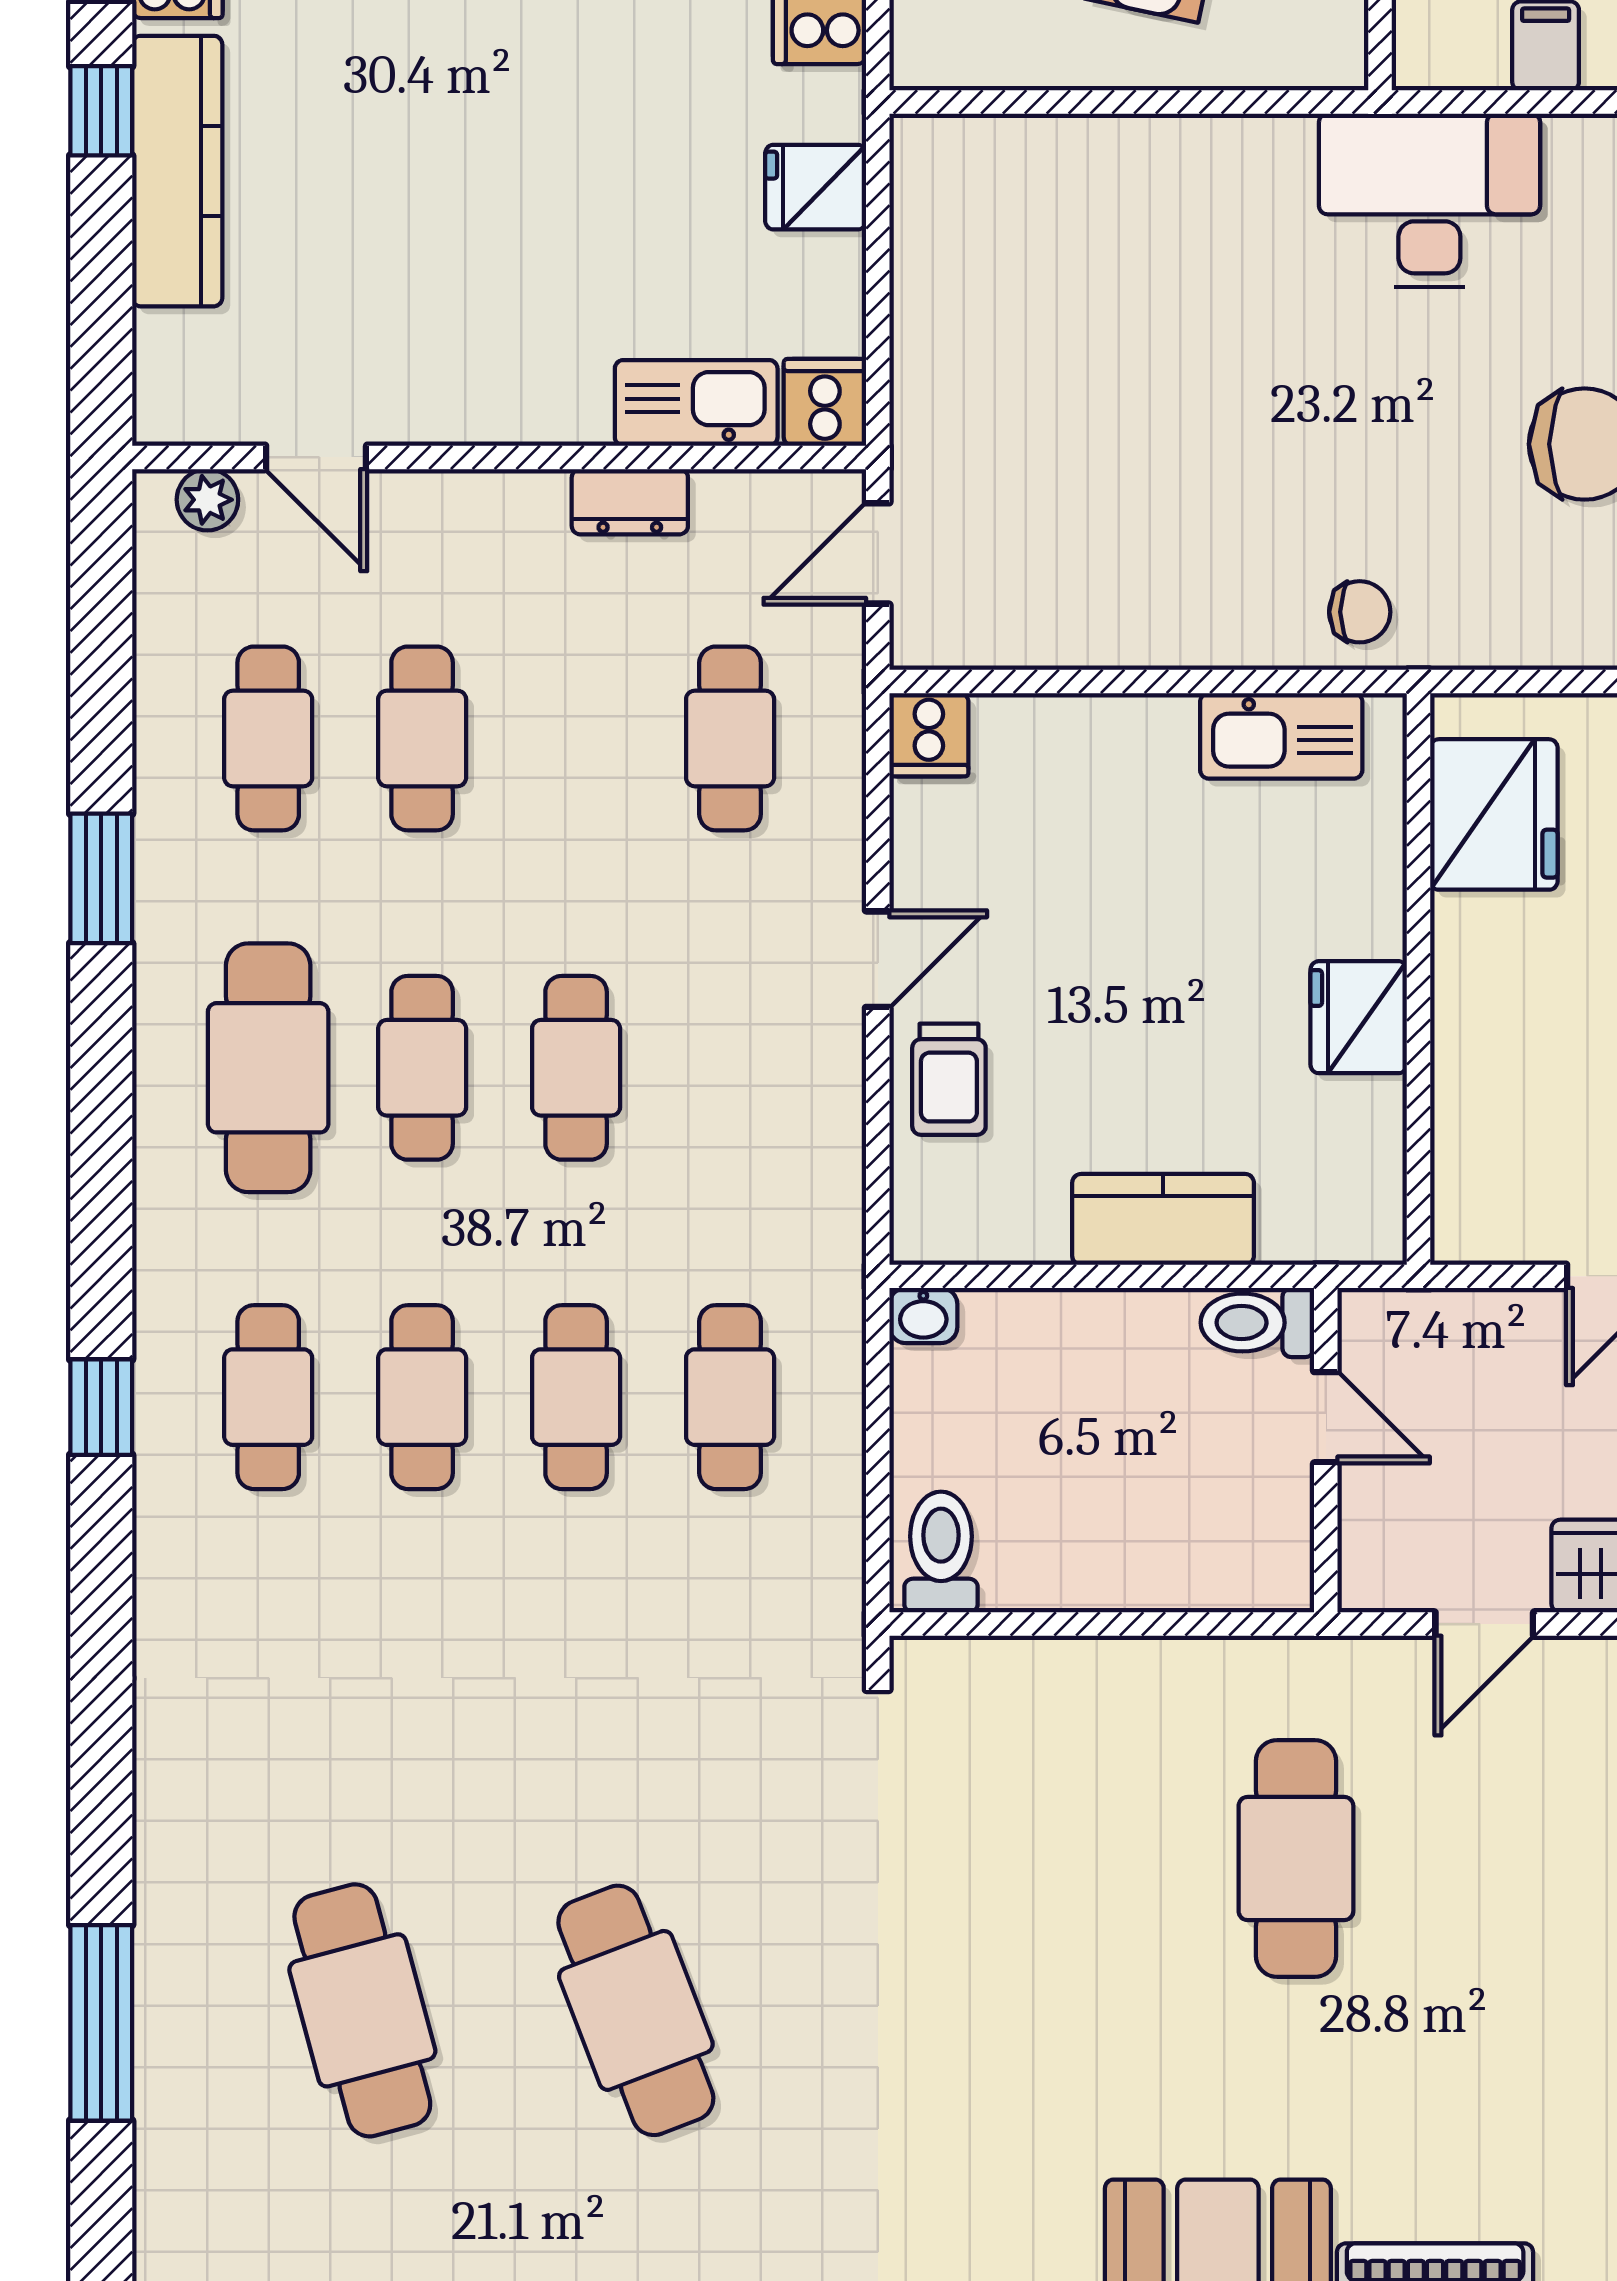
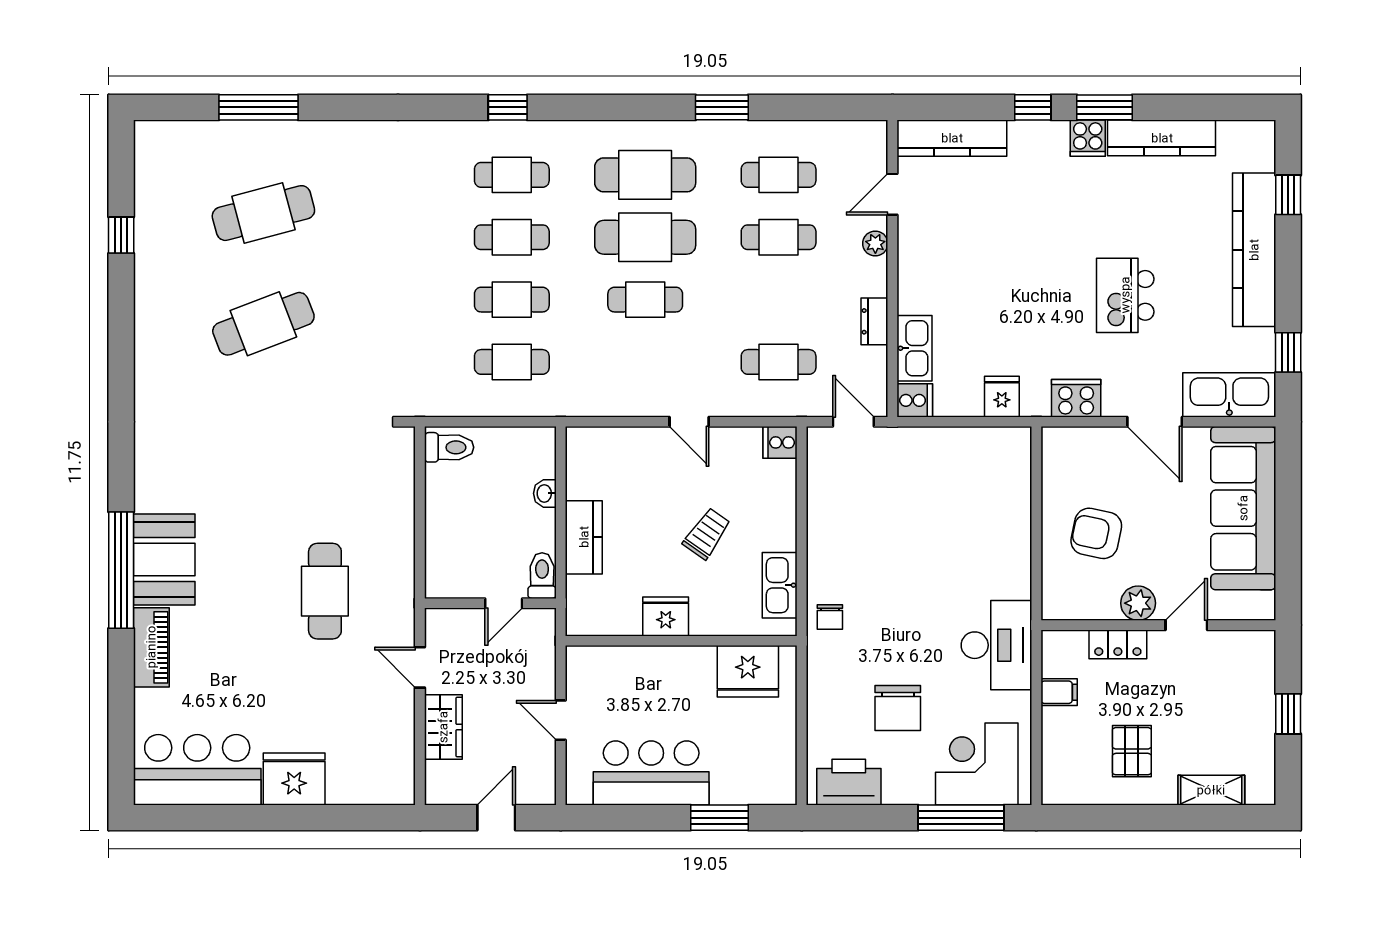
kitchen counter: (177, 171) -> (952, 138), moved
plant: (207, 500) -> (875, 243), moved
cafe table: (422, 1068) -> (645, 237), width x1.37, depth x1.35
trolley: (949, 1079) -> (707, 534), moved, turned 125
washbasin: (923, 1316) -> (545, 493), moved
cafe table: (1296, 1859) -> (325, 591), turned 90

